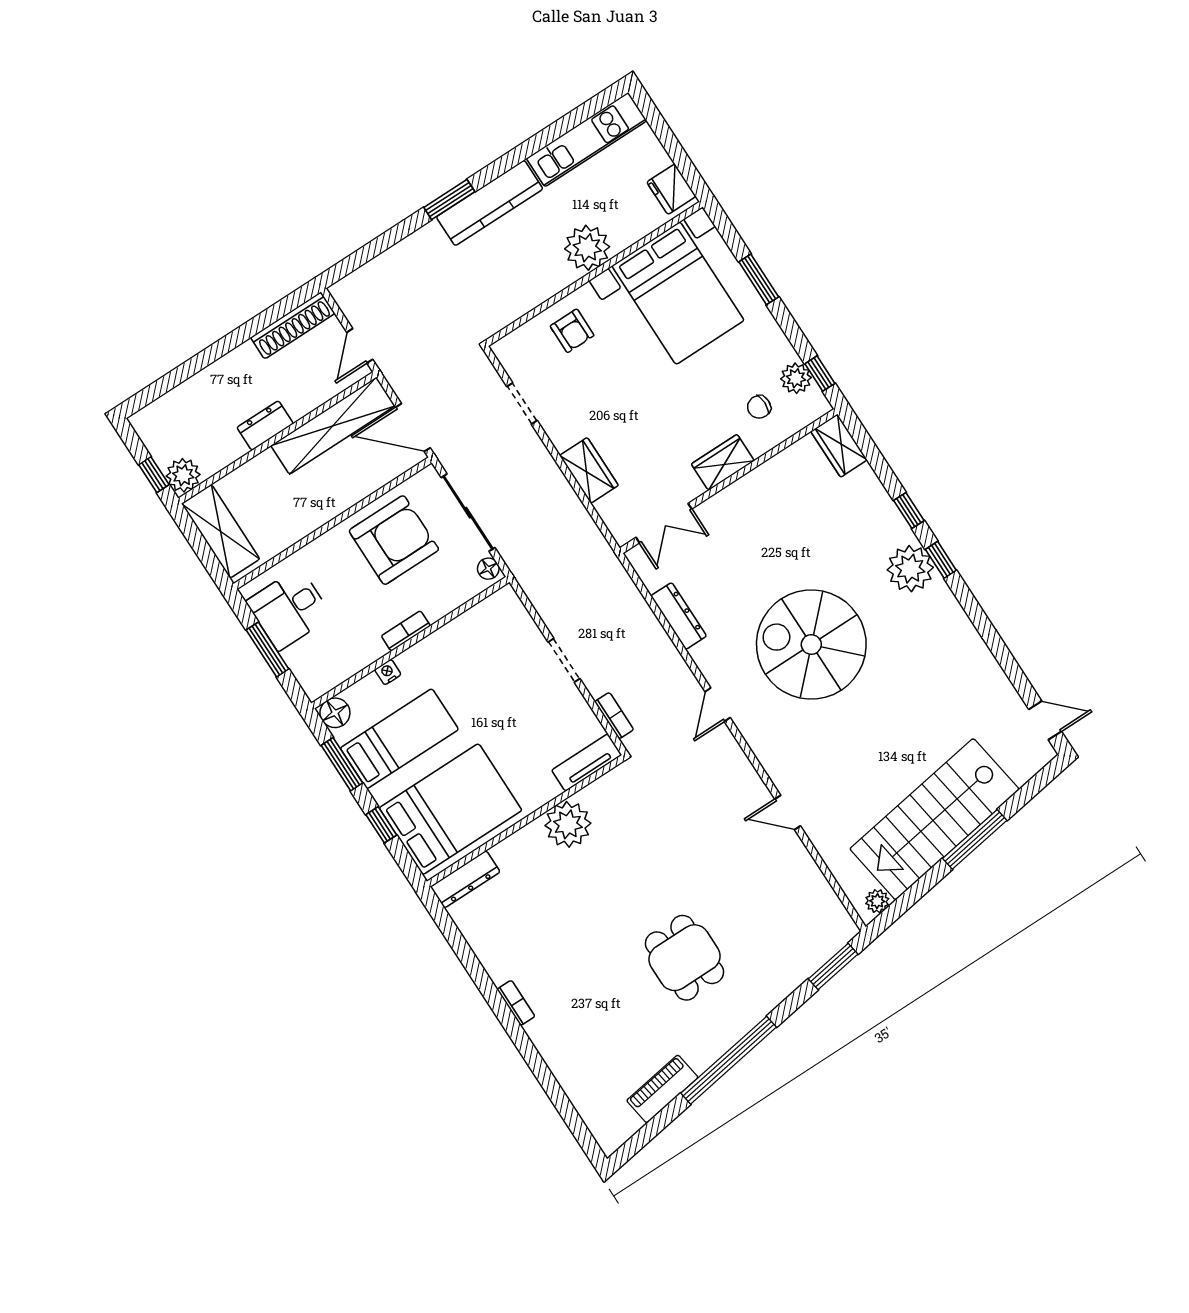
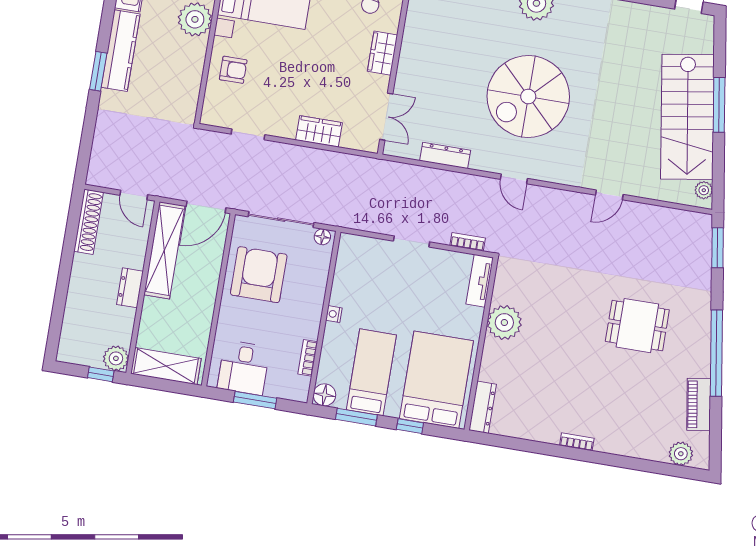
bookcase: (406, 631) -> (308, 358), moved
nightstand: (388, 672) -> (334, 314), moved
plant: (598, 1116) -> (681, 454), added

